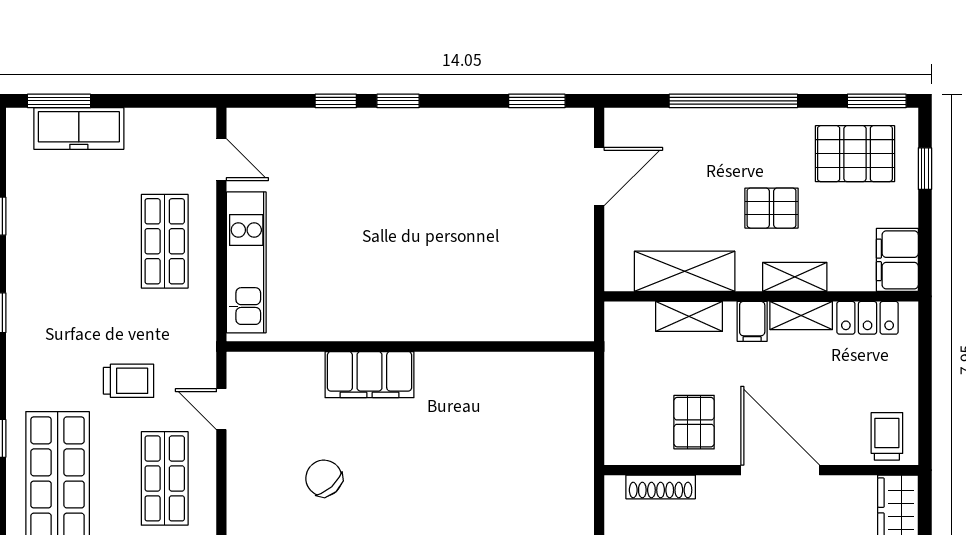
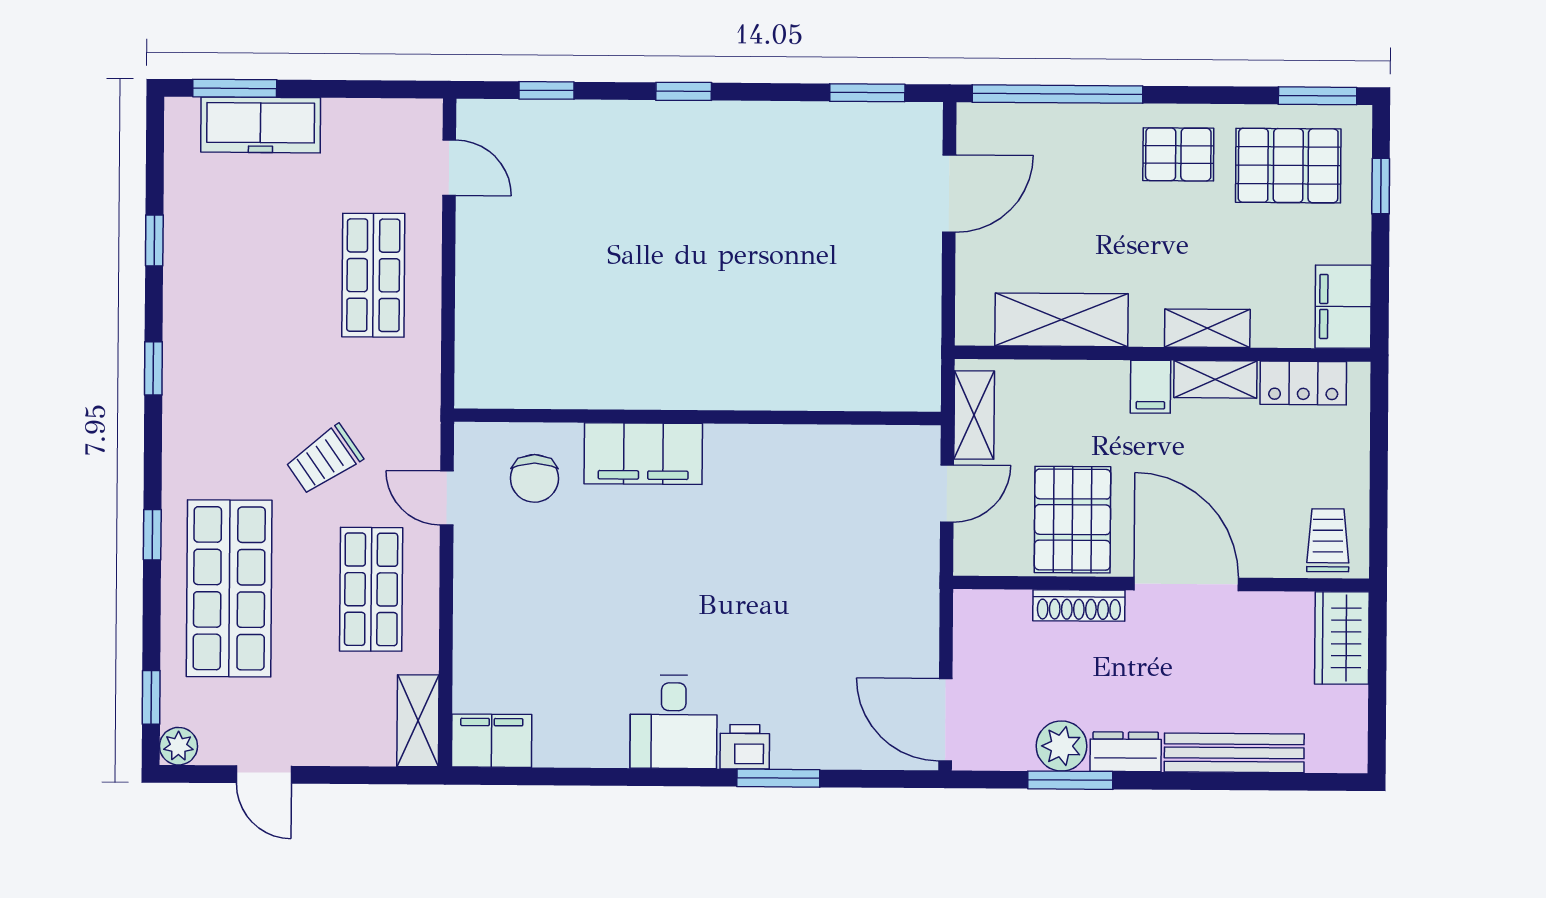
window: (336, 101) -> (547, 90), moved
window: (733, 101) -> (1058, 94), moved
pallet: (772, 208) -> (1178, 154), moved
kitchen unit: (246, 262) -> (481, 304), removed
shelving: (689, 316) -> (974, 415), moved, turned 90
trolley: (129, 381) -> (324, 460), turned 145
door: (599, 403) -> (947, 493), added
pallet: (694, 422) -> (1073, 520), width x1.50, depth x1.42
chair: (324, 478) -> (534, 478), moved, turned -138
shoe rack: (661, 487) -> (1079, 606), moved

